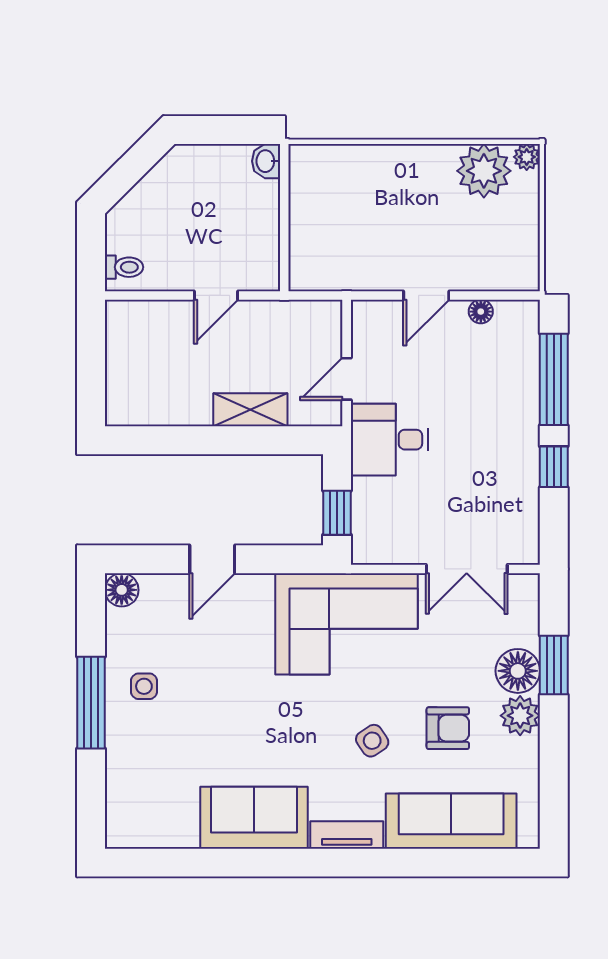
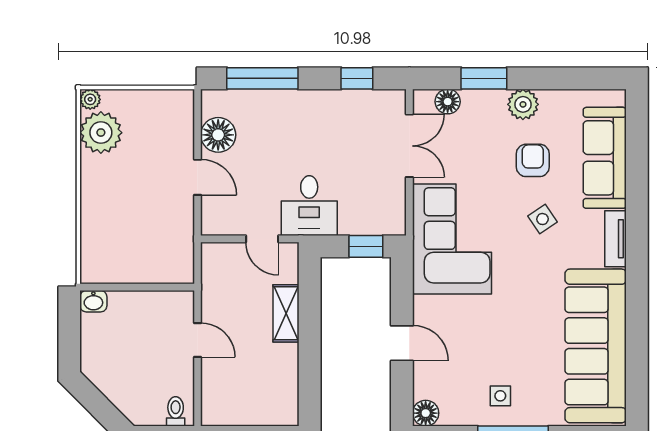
floor lamp: (481, 312) -> (218, 135), width x1.89, depth x1.89
window: (554, 467) -> (357, 78), moved
floor lamp: (518, 671) -> (448, 102), moved, width x0.73, depth x0.73
sofa: (254, 818) -> (596, 346), width x1.85, depth x1.27

